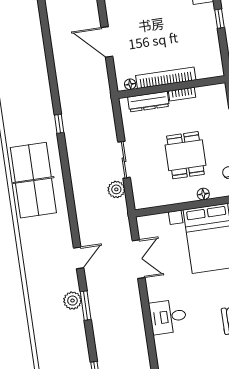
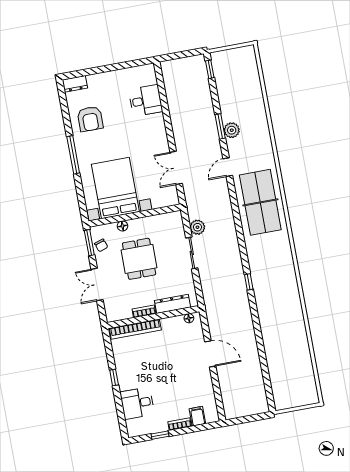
bookcase: (166, 78) -> (135, 329), moved
table tennis table: (33, 180) -> (260, 202), moved
desk: (168, 317) -> (146, 101), moved

